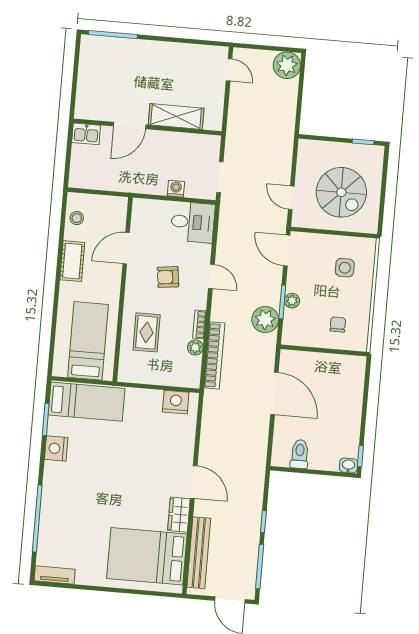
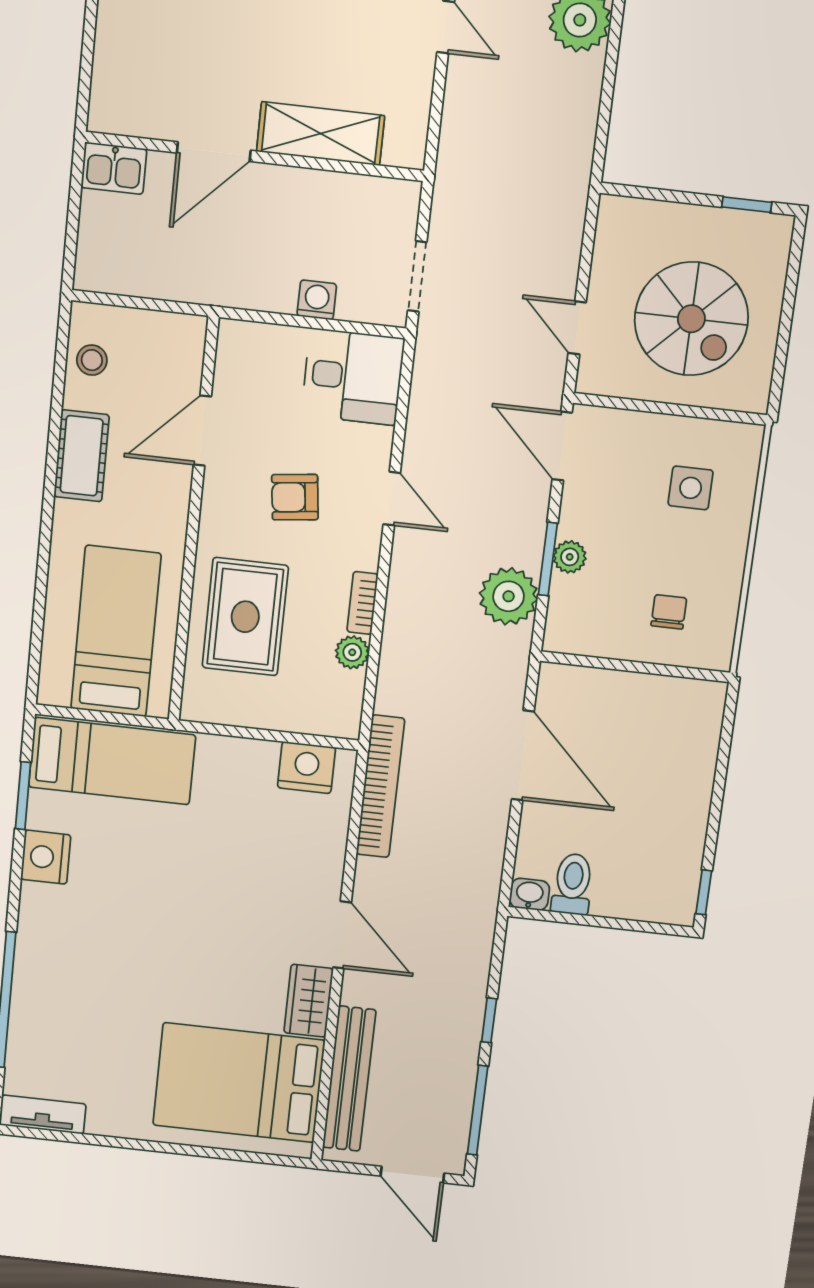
rug: (147, 332) -> (245, 617), width x1.36, depth x1.43
bookcase: (214, 355) -> (380, 786), moved
washbasin: (348, 466) -> (530, 894), moved

